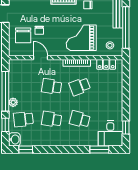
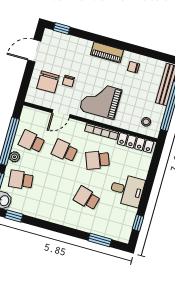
grand piano: (81, 38) -> (101, 100), moved
door: (41, 58) -> (61, 114), swing flipped
locker: (106, 64) -> (135, 143), width x1.53
school desk: (52, 119) -> (32, 142), moved
desk: (110, 133) -> (127, 190), moved, turned -90

